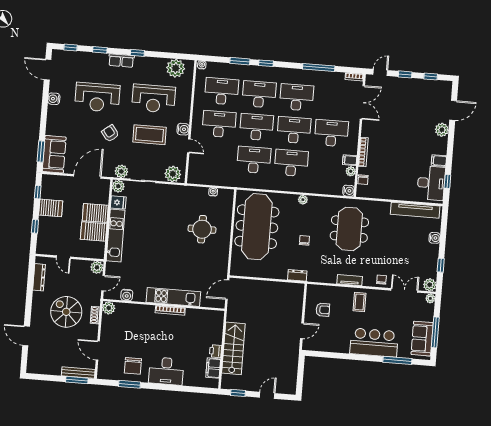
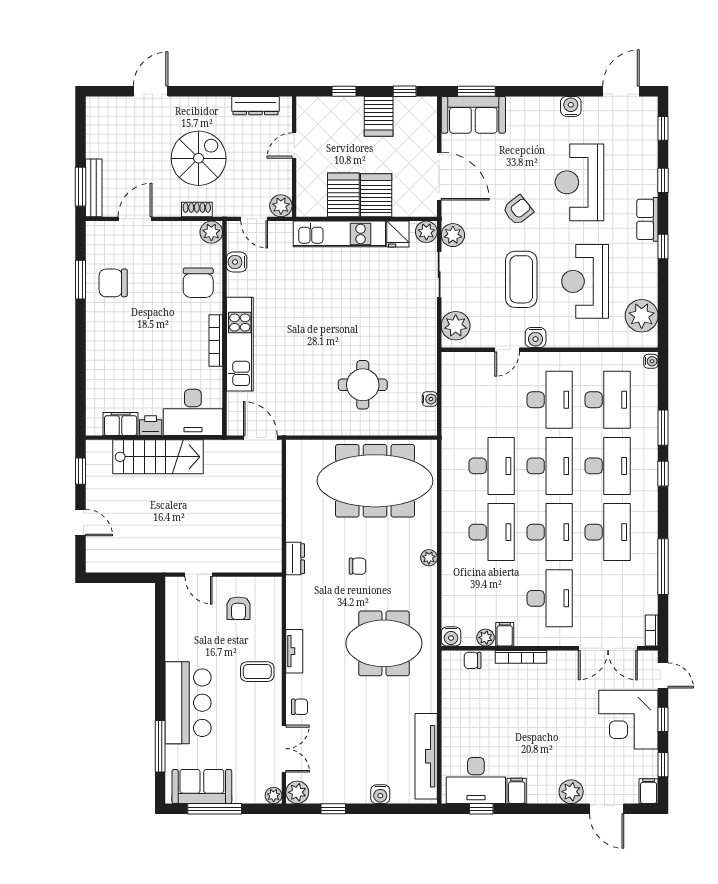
filing cabinet: (445, 86) -> (649, 791), added
corner desk: (404, 94) -> (628, 720), added
chair: (137, 318) -> (198, 283), added
desk: (166, 371) -> (193, 412), moved, turned -90

